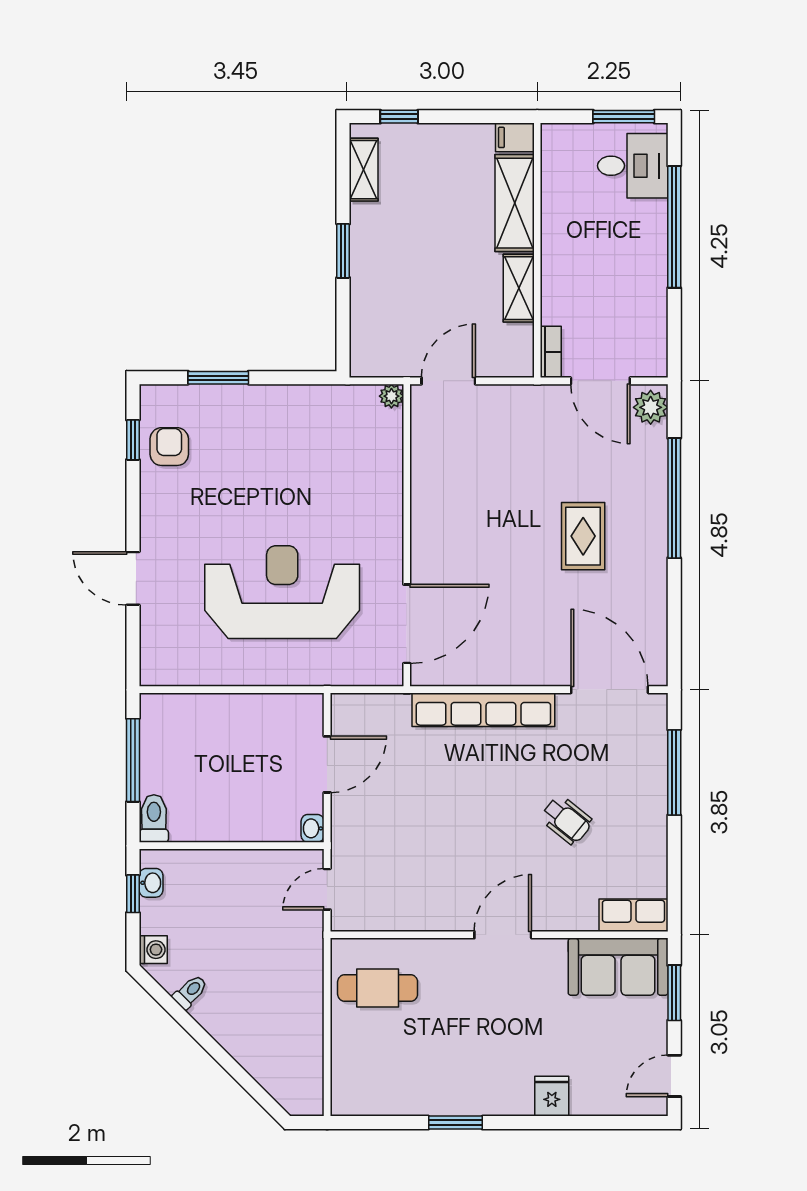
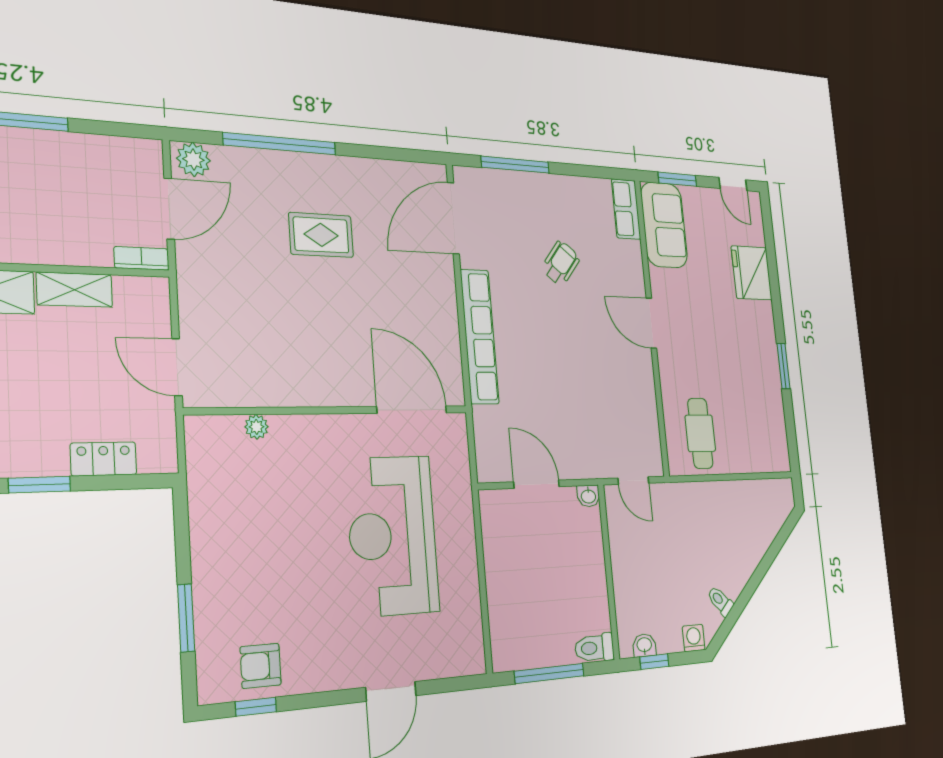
locker: (364, 308) -> (104, 459), added
plant: (391, 396) -> (256, 427), moved
fridge: (552, 1096) -> (752, 273), width x1.88, depth x1.34

